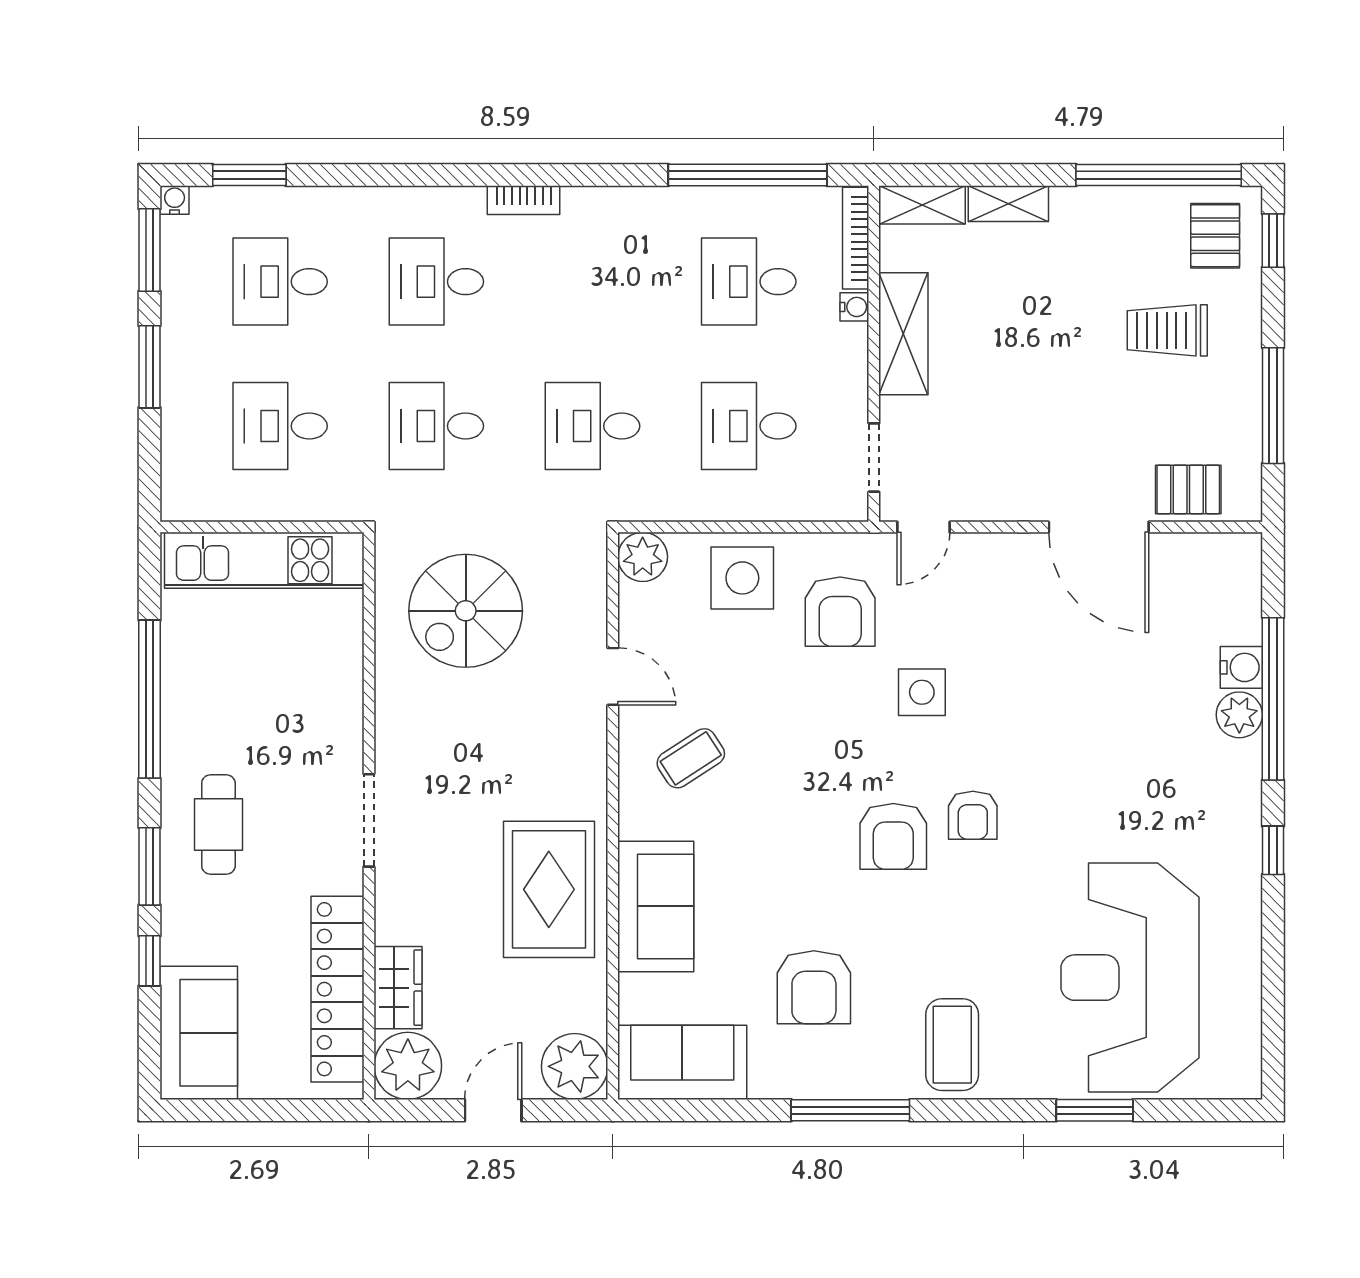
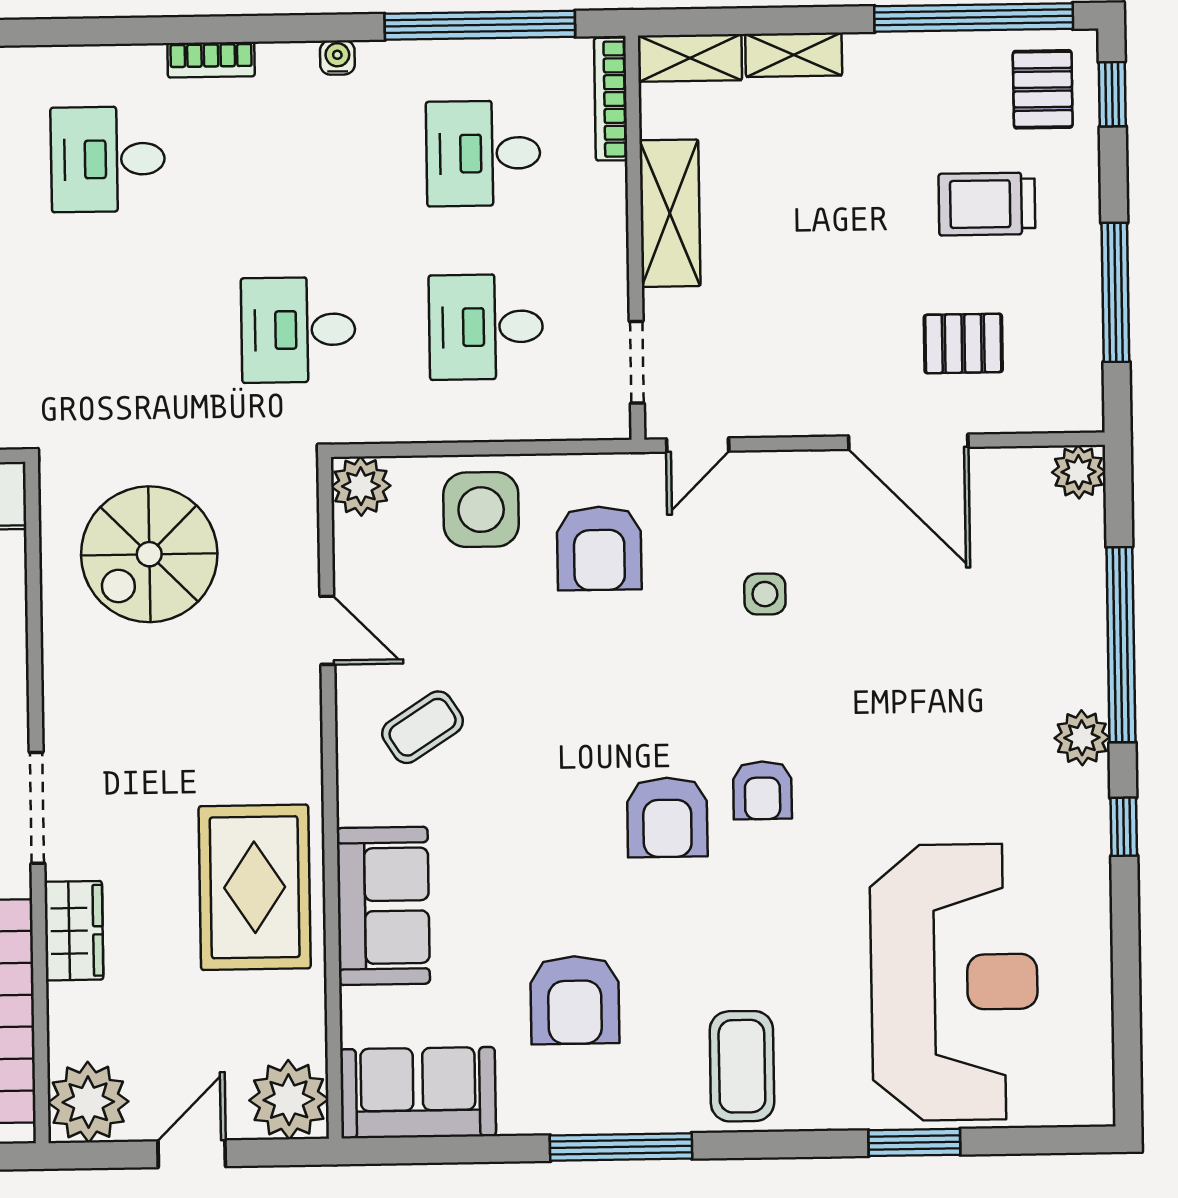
water cooler: (854, 307) -> (337, 57), moved, turned -90
desk: (436, 426) -> (110, 333), removed
pallet: (1188, 489) -> (963, 343), moved
plant: (1240, 554) -> (1079, 472), added
water cooler: (1241, 667) -> (1082, 608), removed
side table: (922, 692) -> (765, 594), moved, width x0.73, depth x0.73
plant: (1239, 715) -> (1082, 738), moved
reception desk: (1130, 978) -> (954, 982), turned 180
wardrobe: (398, 988) -> (74, 931), moved

